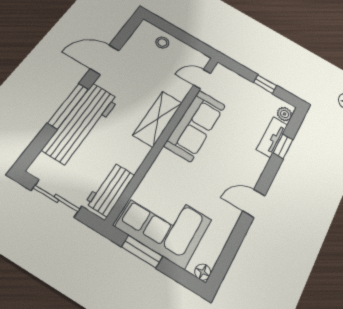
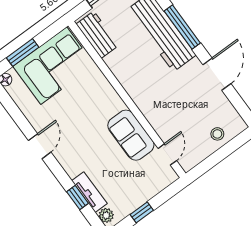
shelving: (158, 119) -> (143, 98), removed
sofa: (195, 125) -> (131, 135), width x0.73
window: (142, 252) -> (23, 52), moved

